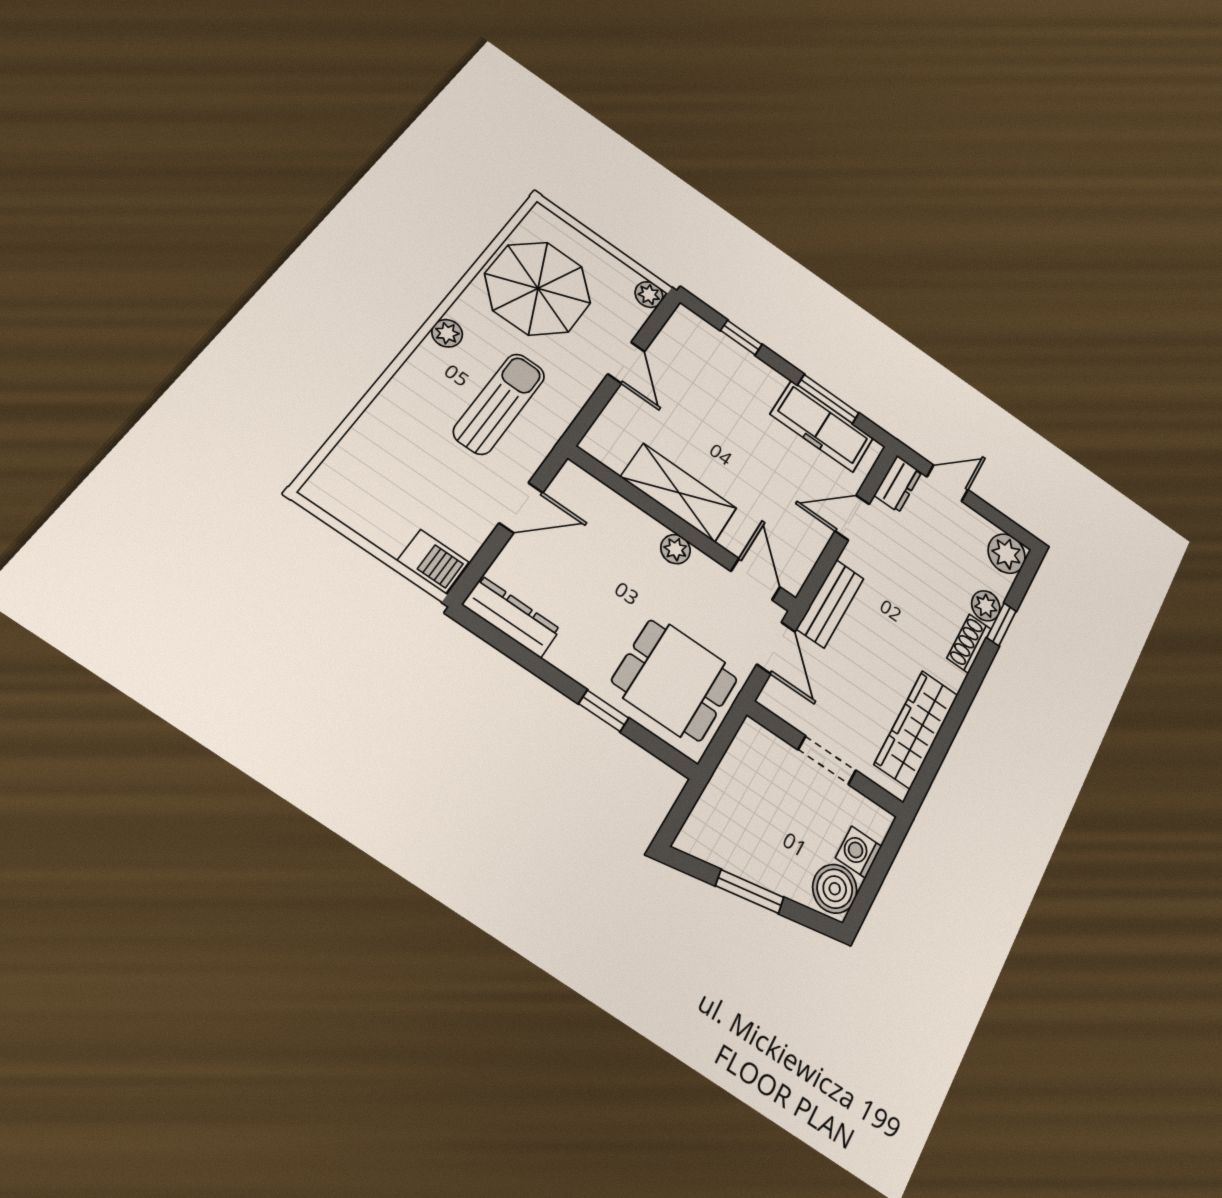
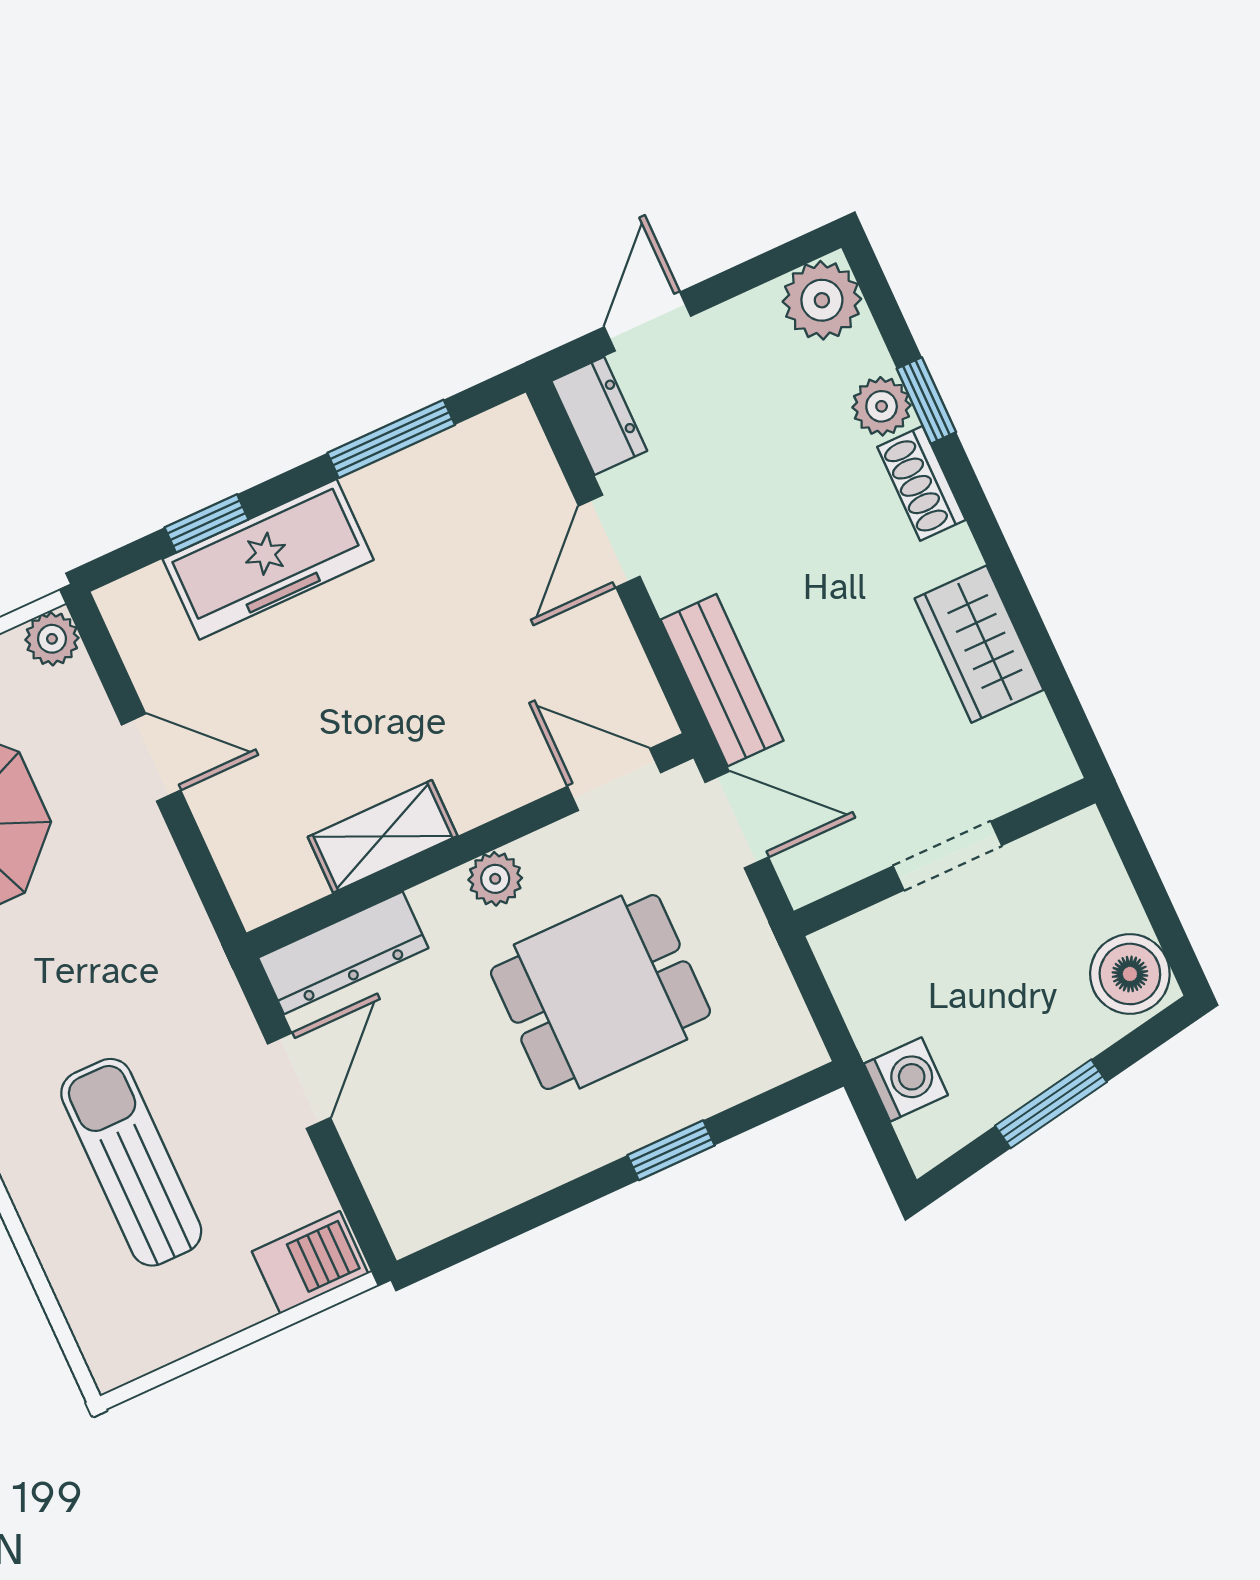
sun lounger: (499, 404) -> (131, 1162), moved
freezer: (822, 426) -> (268, 559), moved
shelving: (679, 493) -> (383, 836), width x0.67, depth x0.75
dresser: (511, 617) -> (343, 953), moved, turned 180
dining table: (675, 680) -> (601, 992), moved
wardrobe: (916, 729) -> (979, 644), width x0.67
washing machine: (859, 852) -> (906, 1079), moved, turned 180

